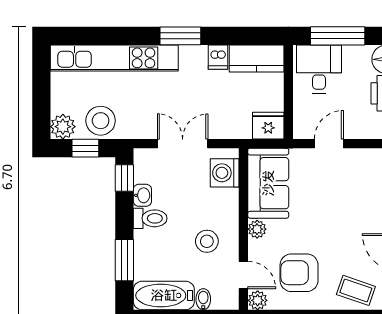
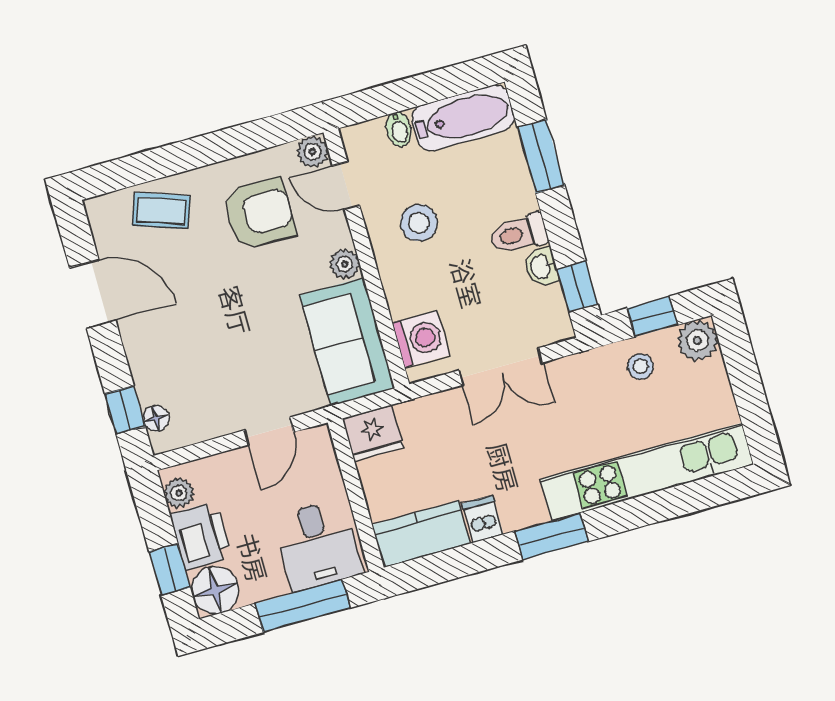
stool: (101, 121) -> (640, 367), width x0.53, depth x0.53

